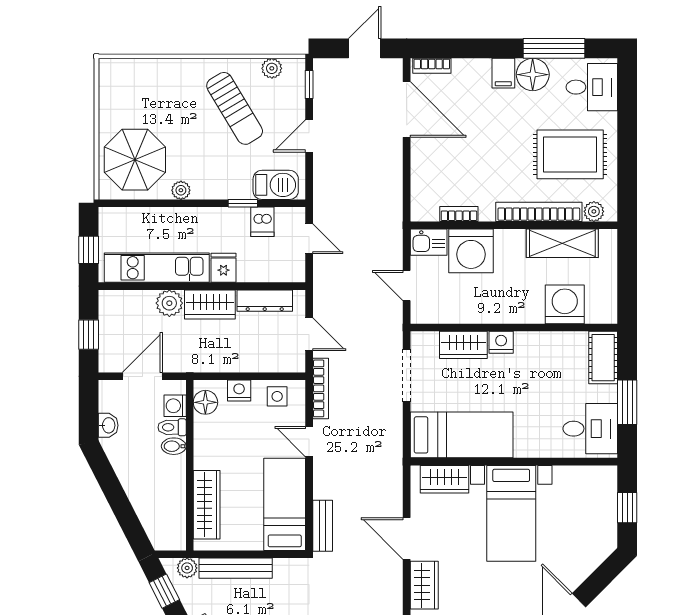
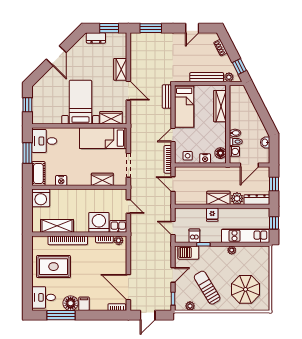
parasol: (135, 160) -> (245, 289), moved
plant: (594, 211) -> (119, 240), moved
kitchen unit: (157, 268) -> (246, 236), moved, turned 180
dresser: (265, 301) -> (257, 200), moved
washing machine: (565, 304) -> (41, 198), moved
nightstand: (501, 342) -> (61, 181), moved
door: (309, 442) -> (173, 135), swing flipped

